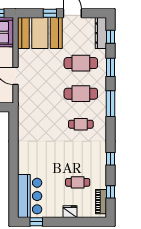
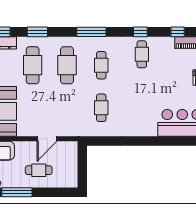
window: (110, 104) -> (91, 32), moved
cafe table: (43, 124) -> (101, 108), added
cafe table: (78, 182) -> (142, 54), moved

